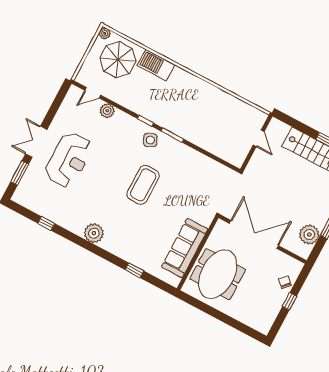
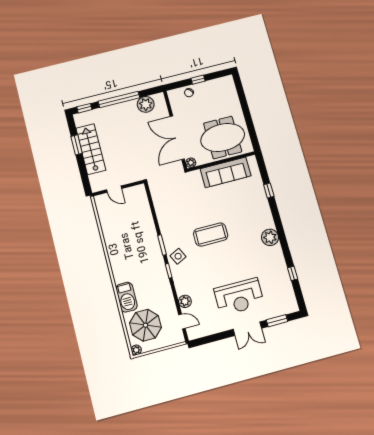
door: (259, 138) -> (114, 189), swing flipped
reception desk: (69, 160) -> (239, 297), turned 180
plant: (221, 226) -> (191, 163), added

